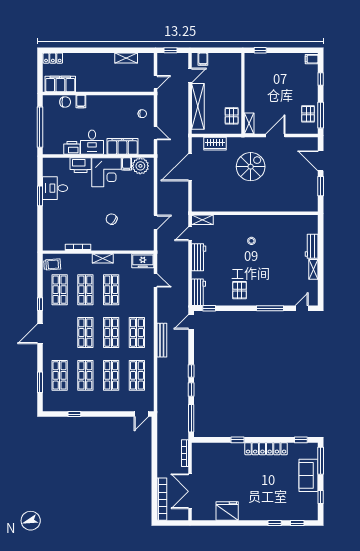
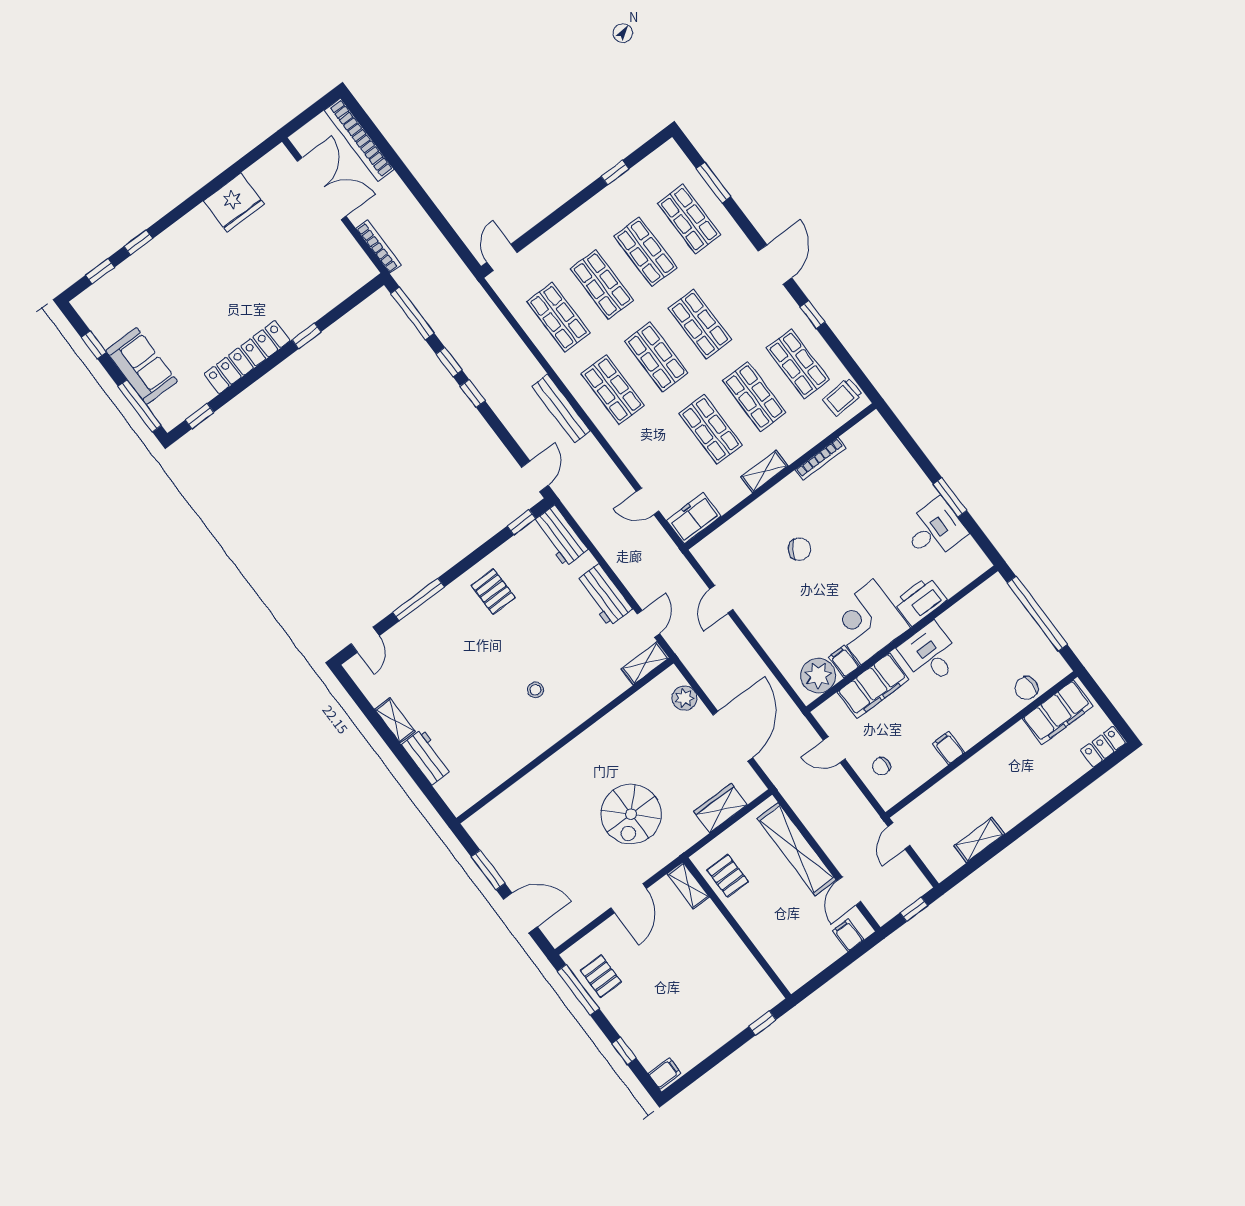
filing cabinet: (81, 102) -> (949, 748), moved
printer: (72, 148) -> (957, 619), removed
plant: (197, 195) -> (684, 698), added

